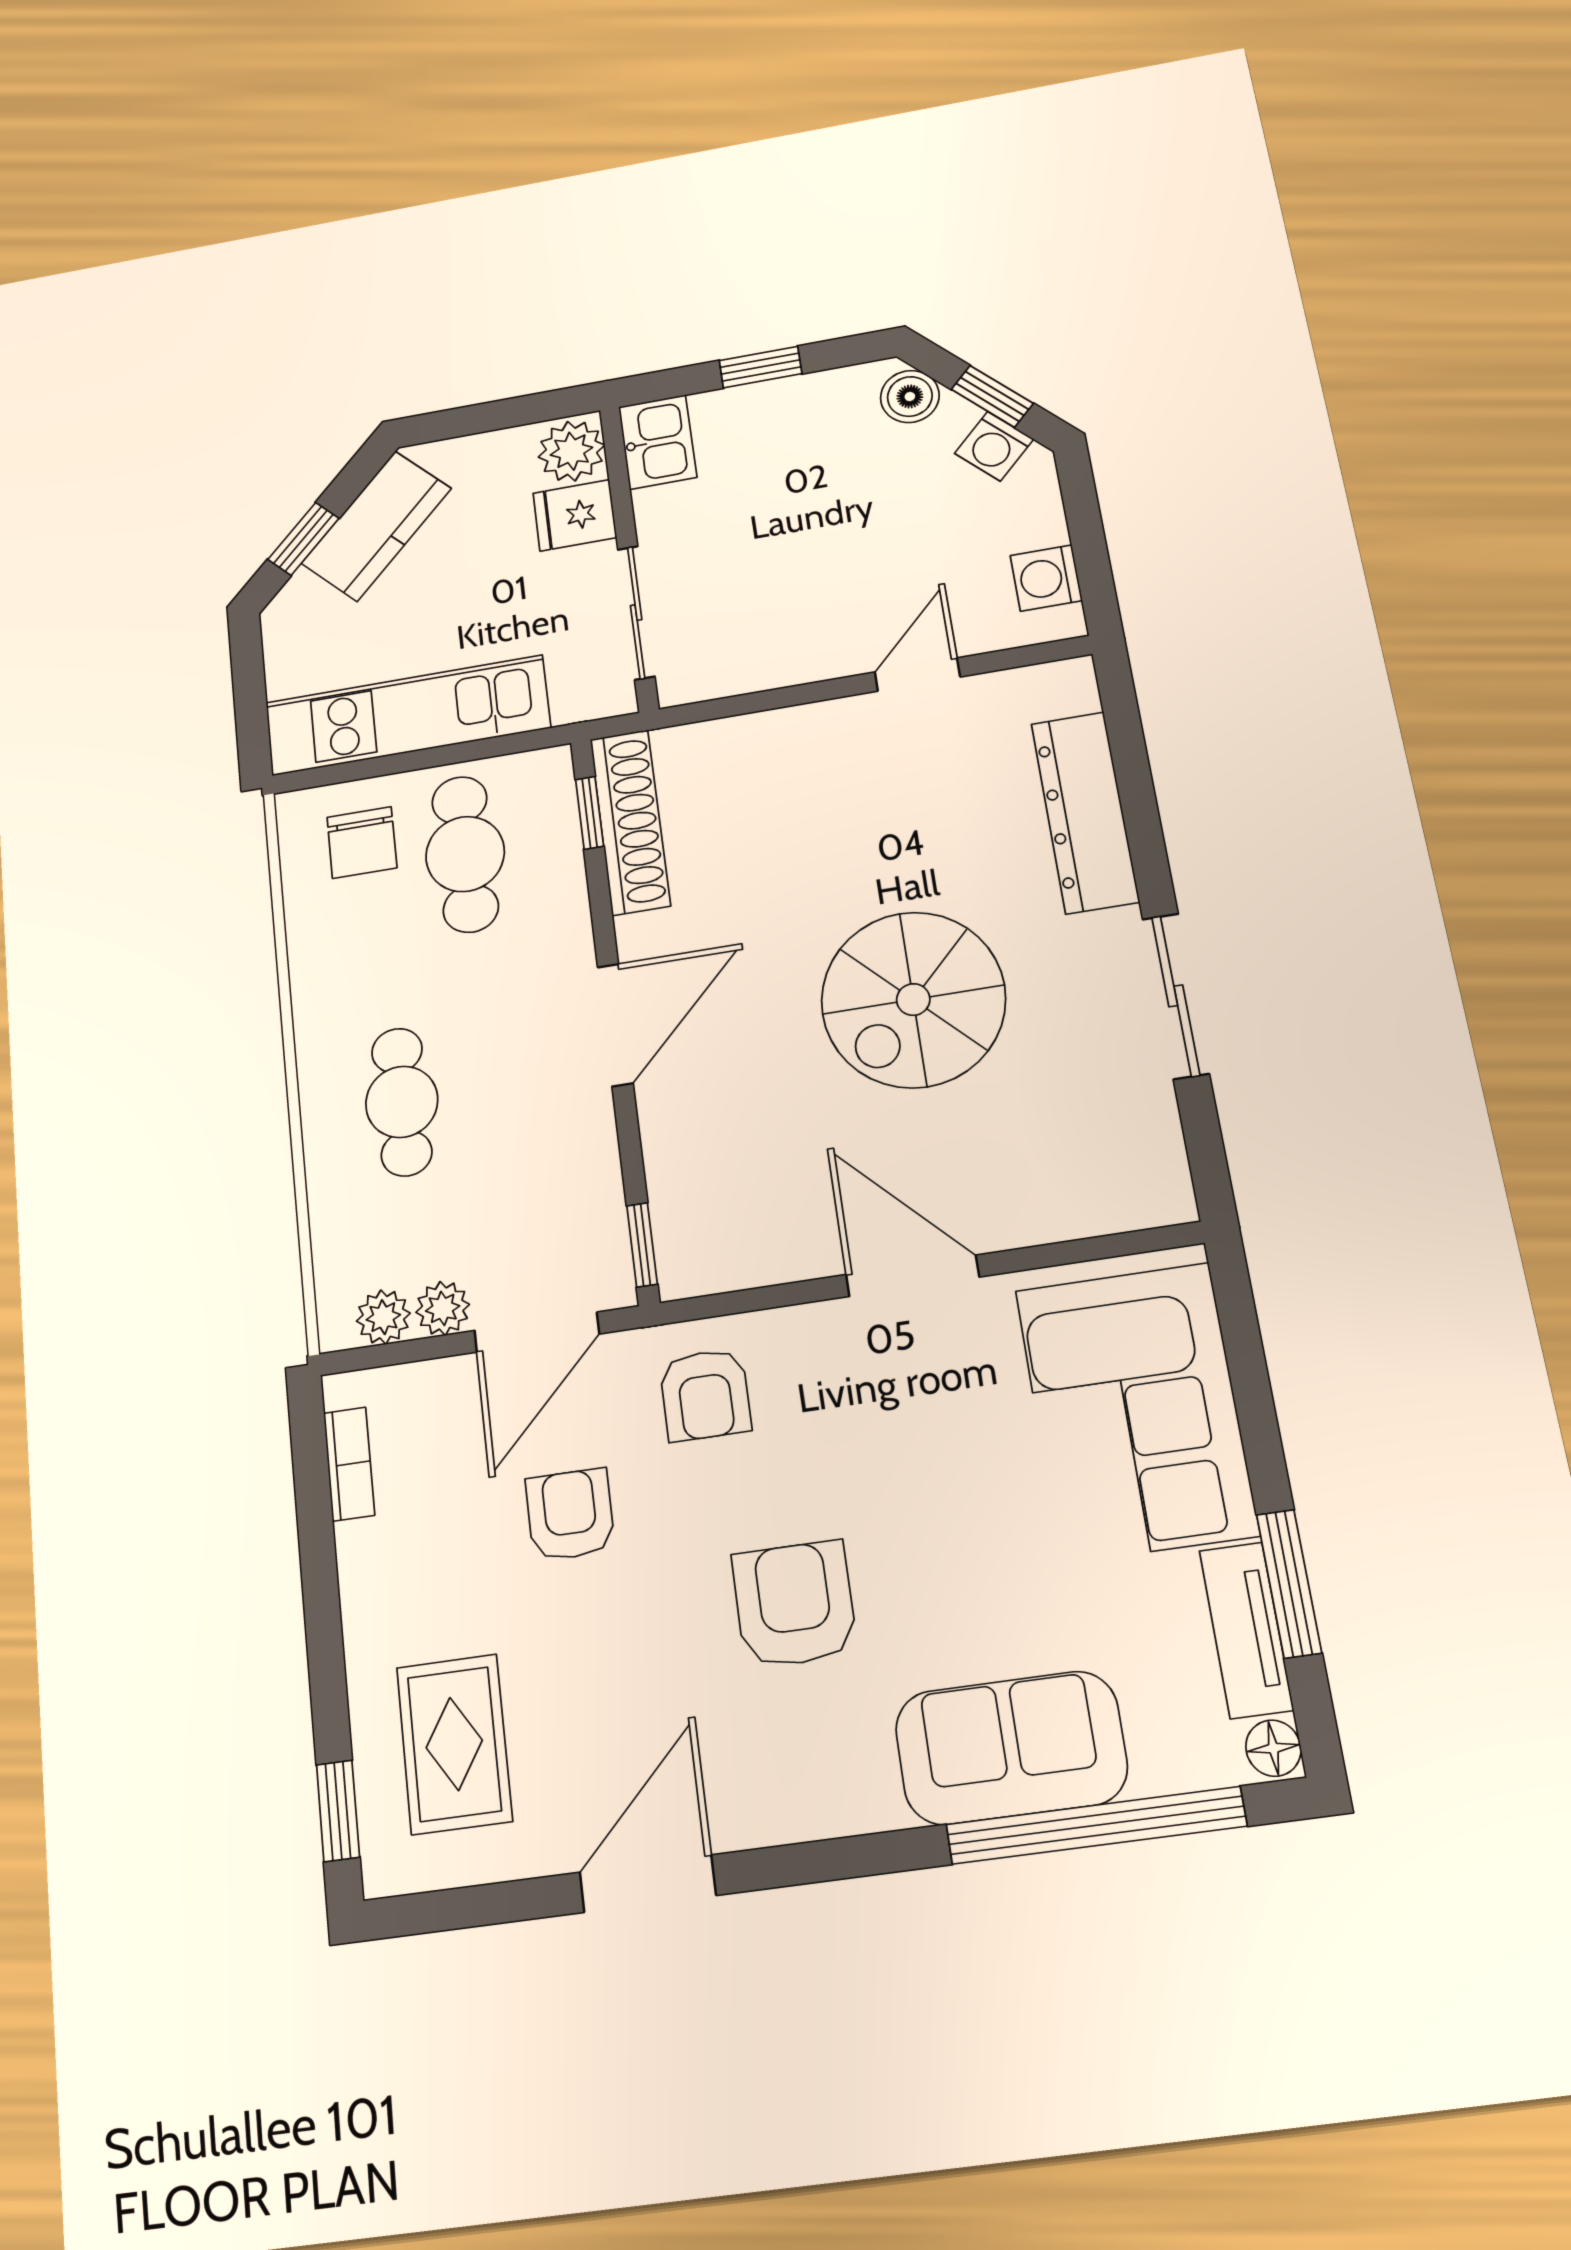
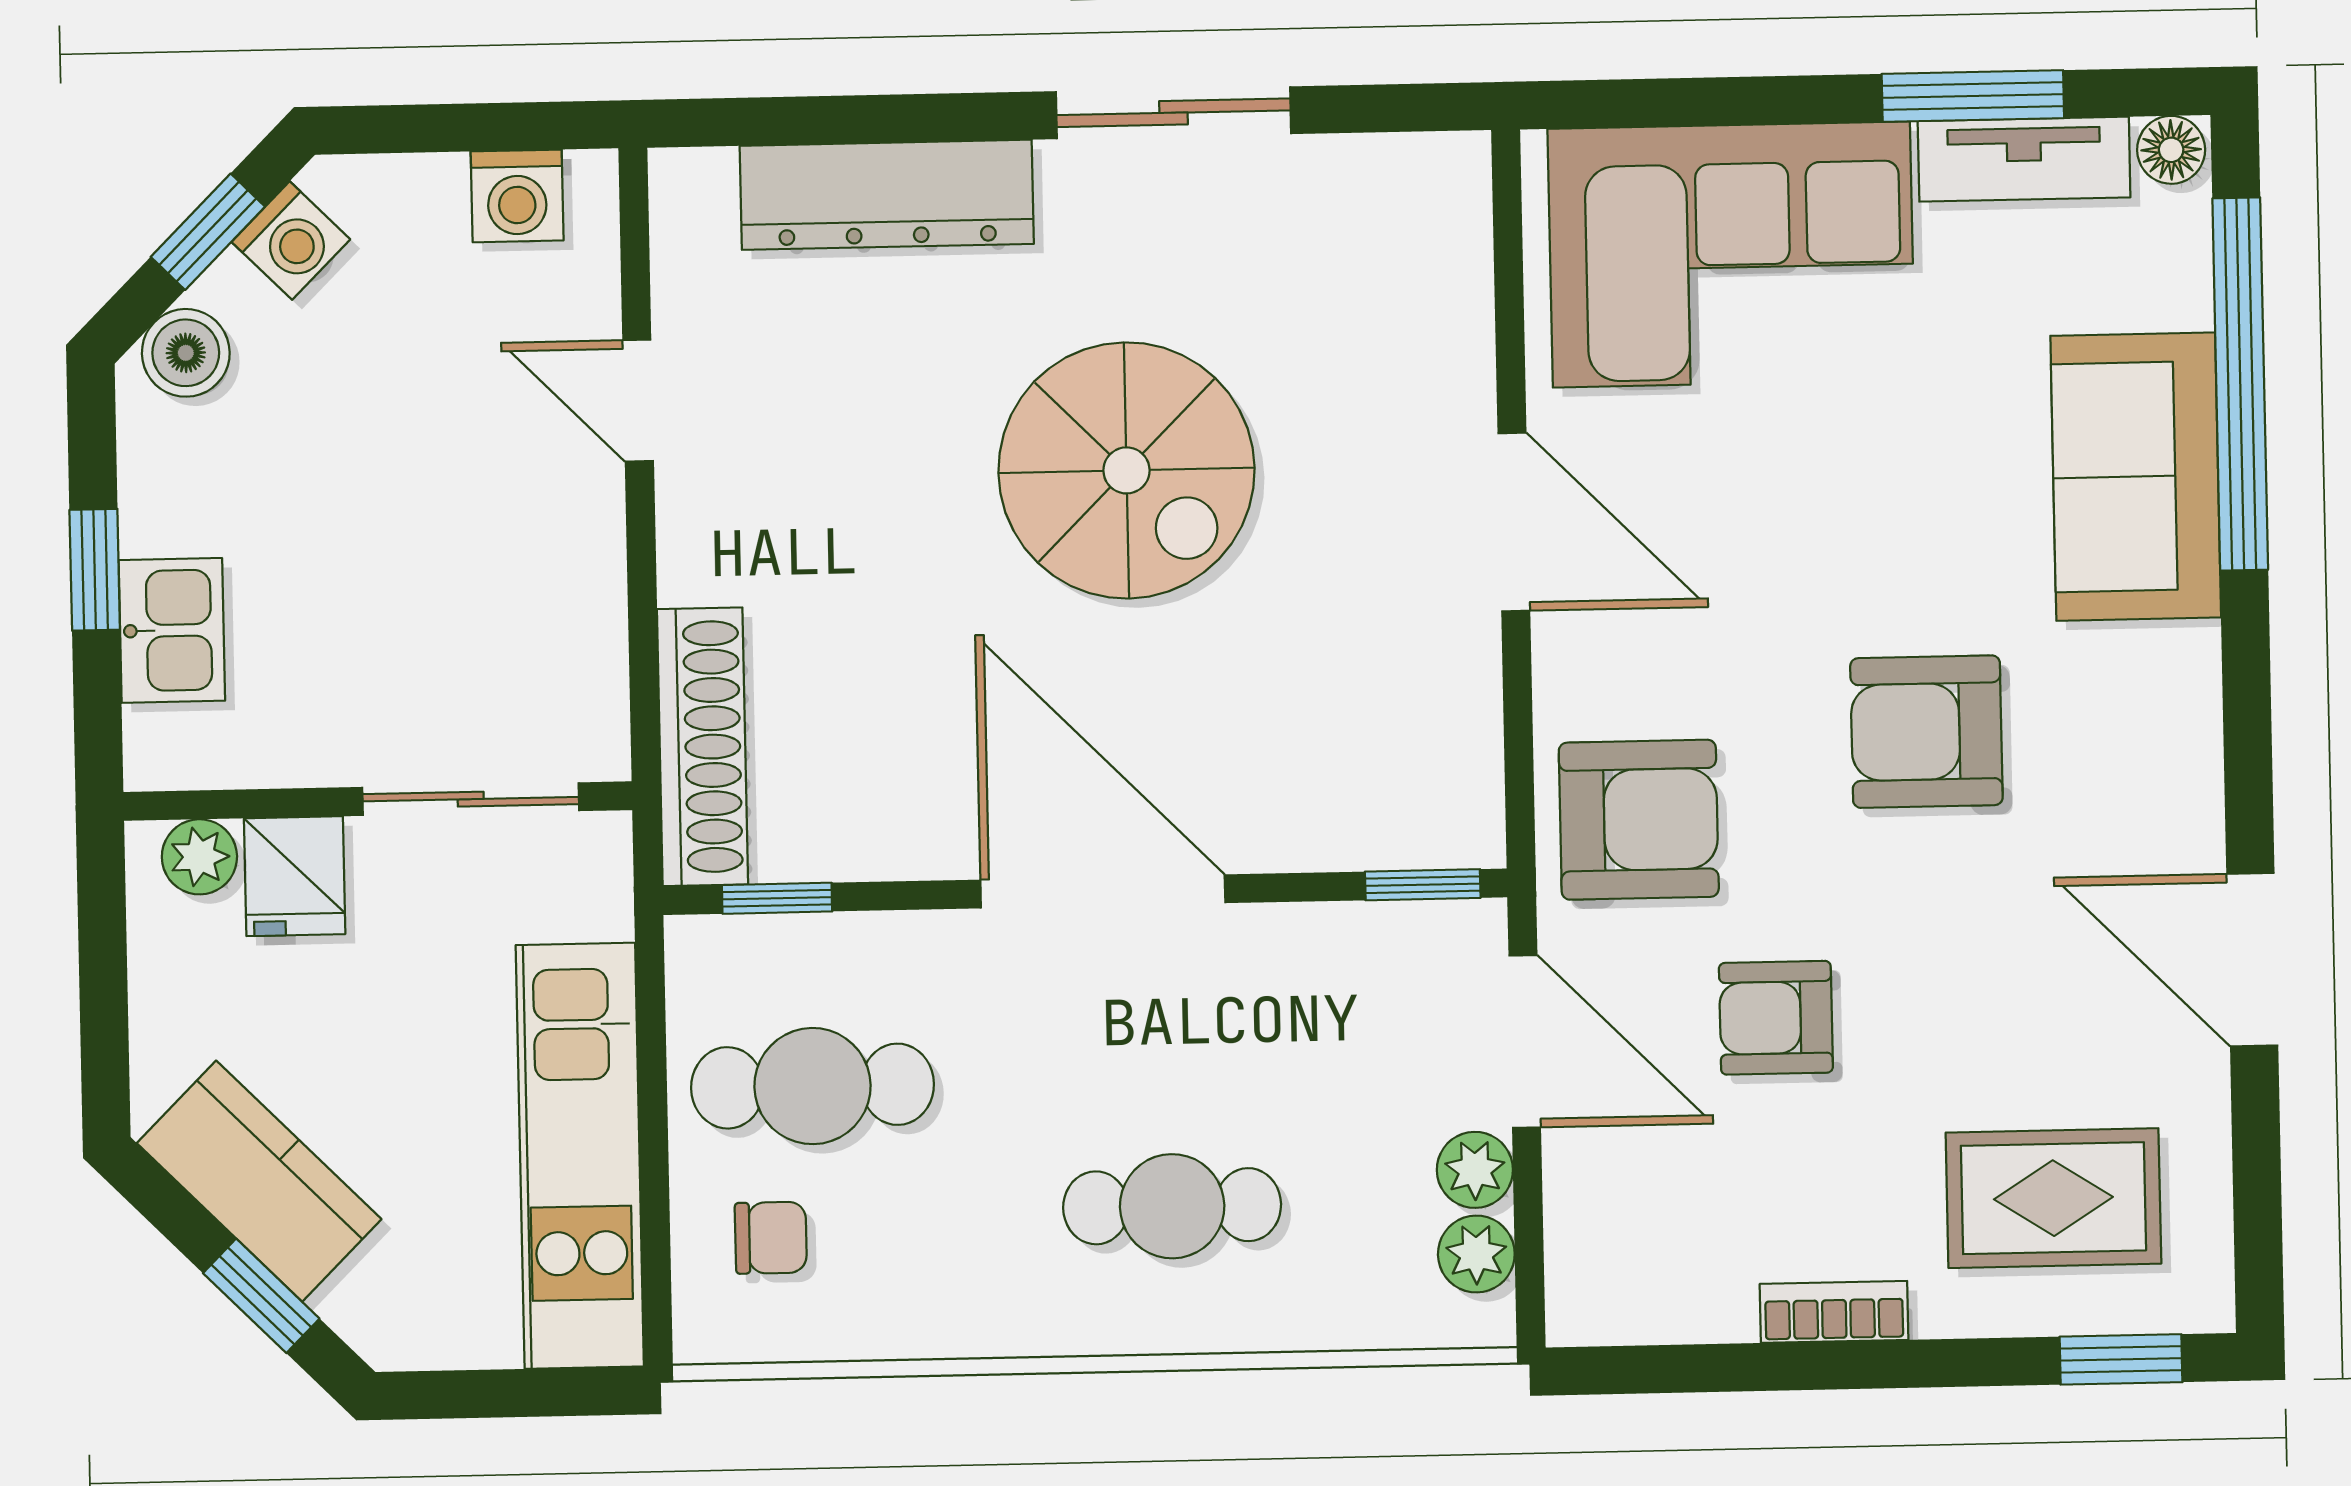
kitchen sink: (658, 442) -> (172, 630), moved, turned 90
plant: (571, 451) -> (199, 857), width x0.73, depth x0.73
shoe rack: (630, 822) -> (703, 747), moved, turned 90
chair: (362, 843) -> (771, 1238), width x0.73, depth x0.73
door: (615, 1025) -> (1103, 891), width x1.36
door: (912, 1276) -> (1514, 522), swing flipped
armchair: (705, 1395) -> (1639, 820), width x1.38, depth x1.38
bookcase: (349, 1464) -> (1834, 1312), moved

